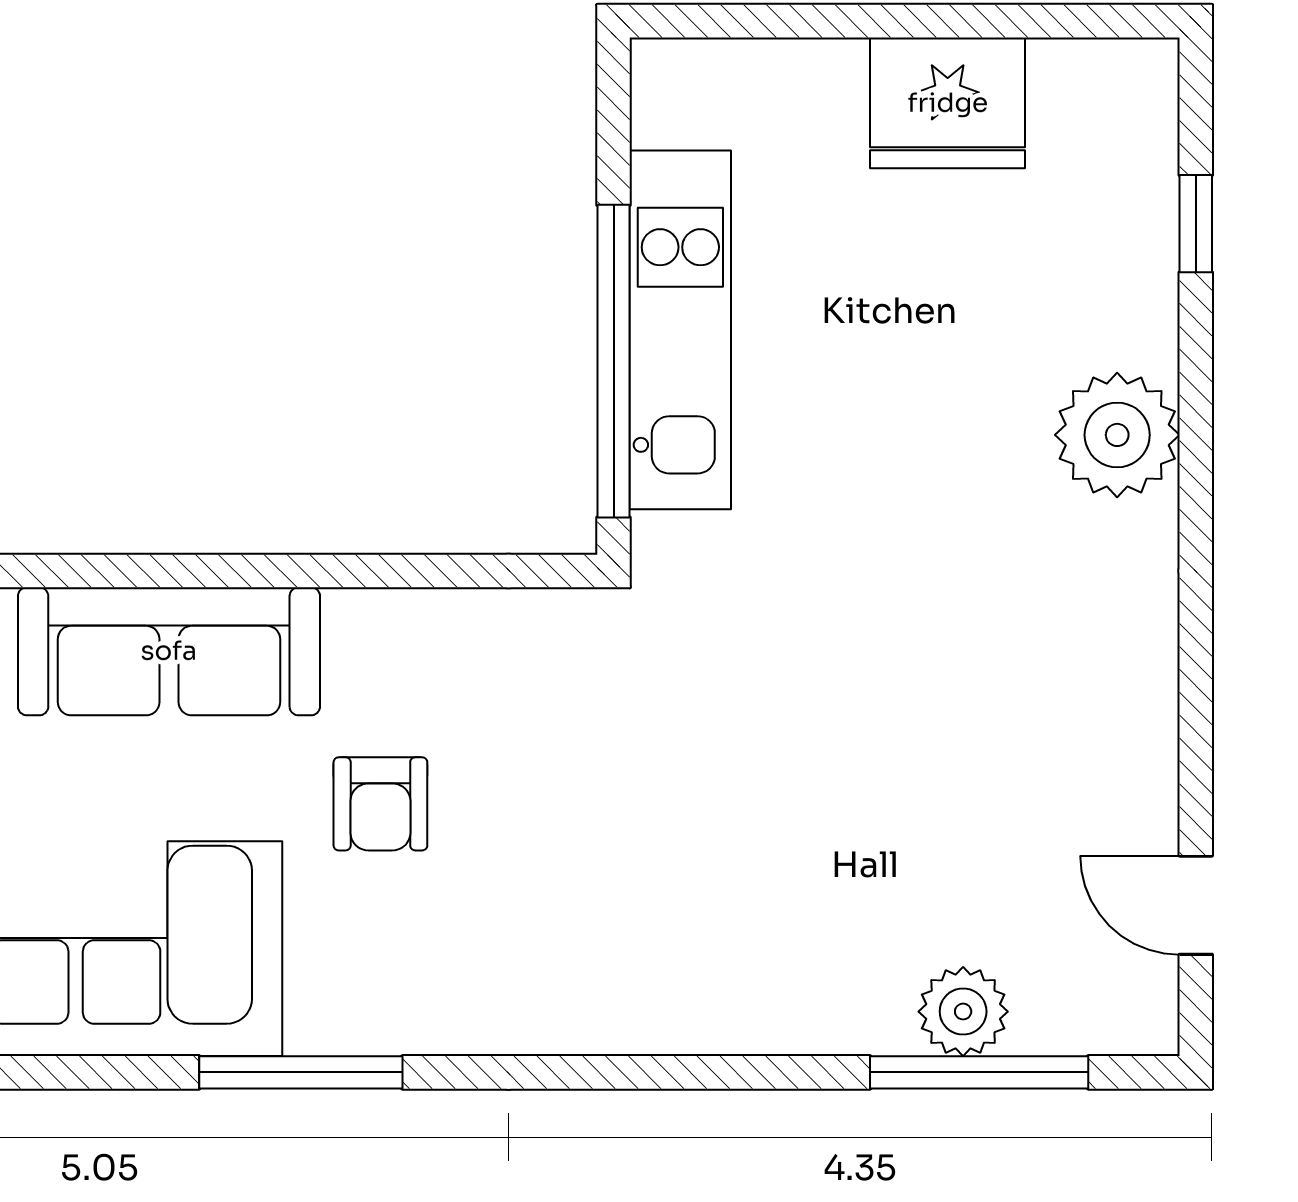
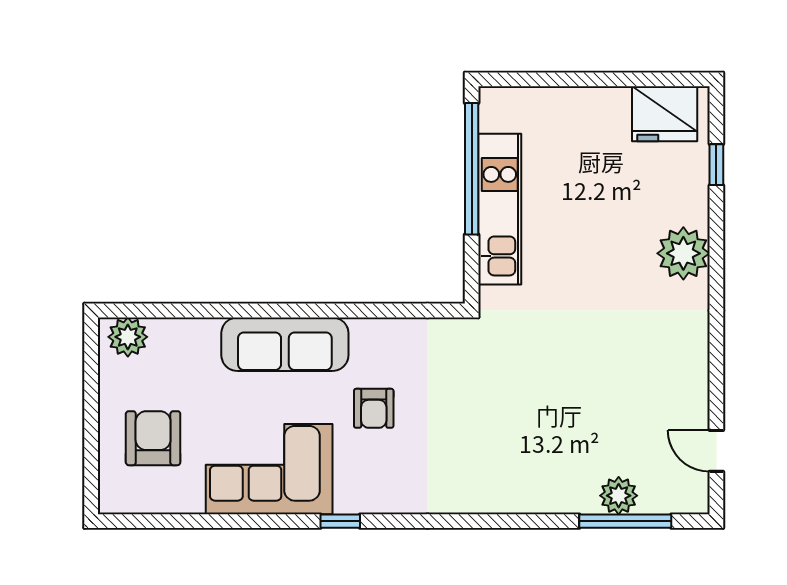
fridge: (948, 103) -> (665, 114), moved
window: (614, 361) -> (472, 169), moved
window: (301, 1072) -> (340, 521), width x0.46

